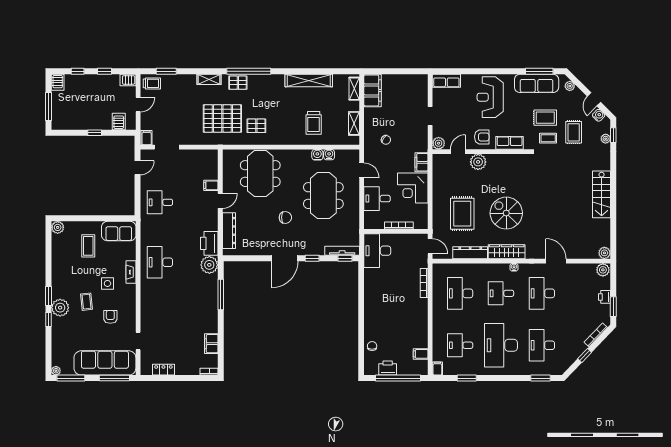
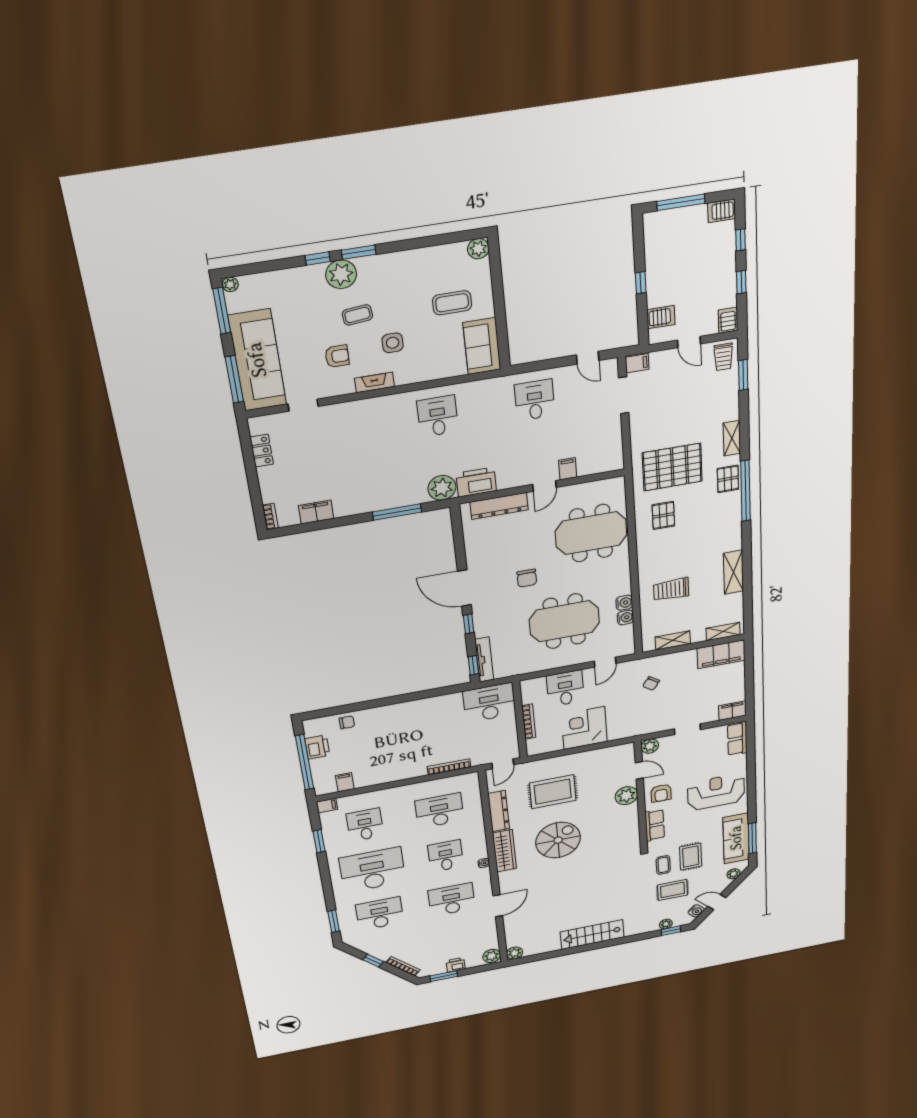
shelving: (309, 80) -> (733, 572), width x0.68
pallet: (222, 119) -> (672, 467), turned 90
filing cabinet: (421, 162) -> (732, 711), moved
door: (220, 201) -> (544, 486), hinge flipped
desk: (160, 262) -> (438, 416), width x0.73
fireplace: (131, 272) -> (374, 382), moved

